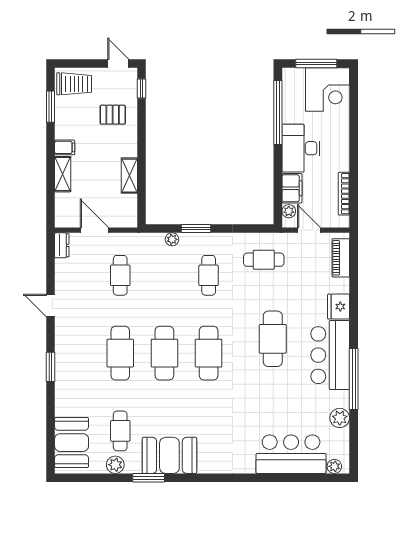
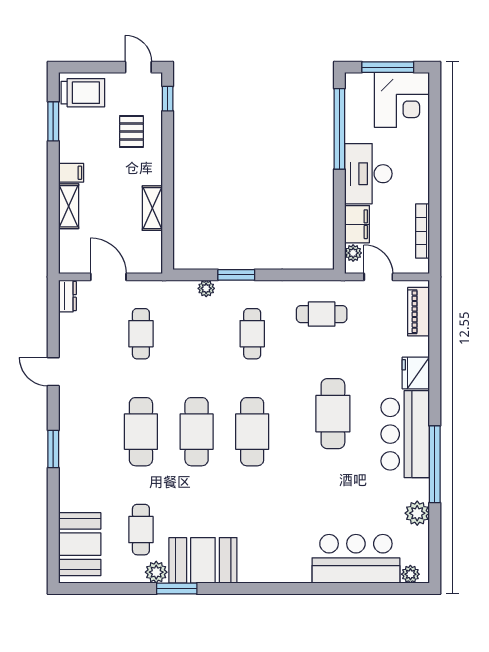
pallet: (113, 115) -> (131, 132), turned 90
plant: (115, 465) -> (156, 572), moved

